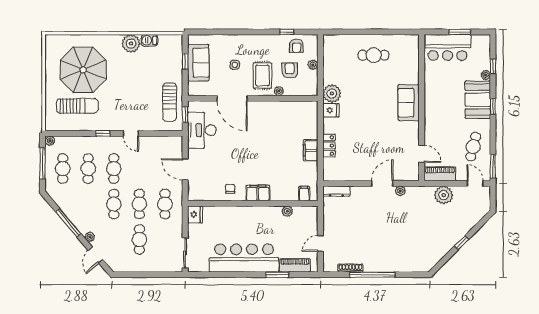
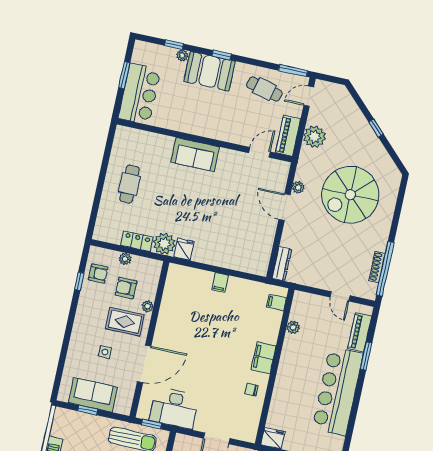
locker: (329, 146) -> (137, 241), moved
filing cabinet: (311, 150) -> (220, 282), width x0.50
spiral stairs: (404, 234) -> (350, 195), added
window: (372, 275) -> (385, 269), moved

